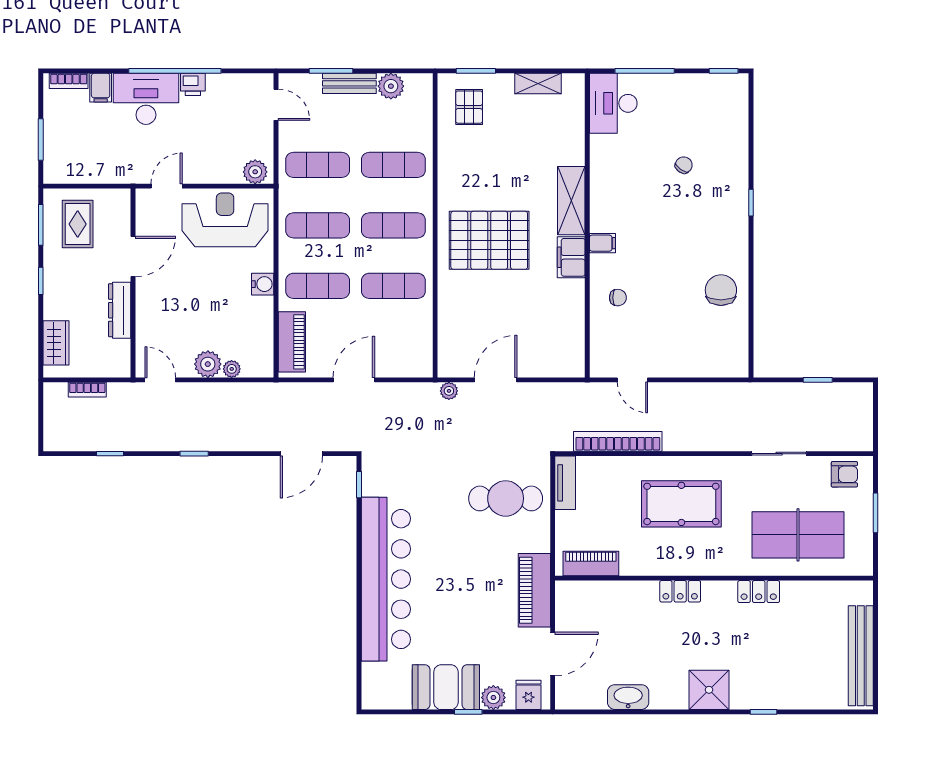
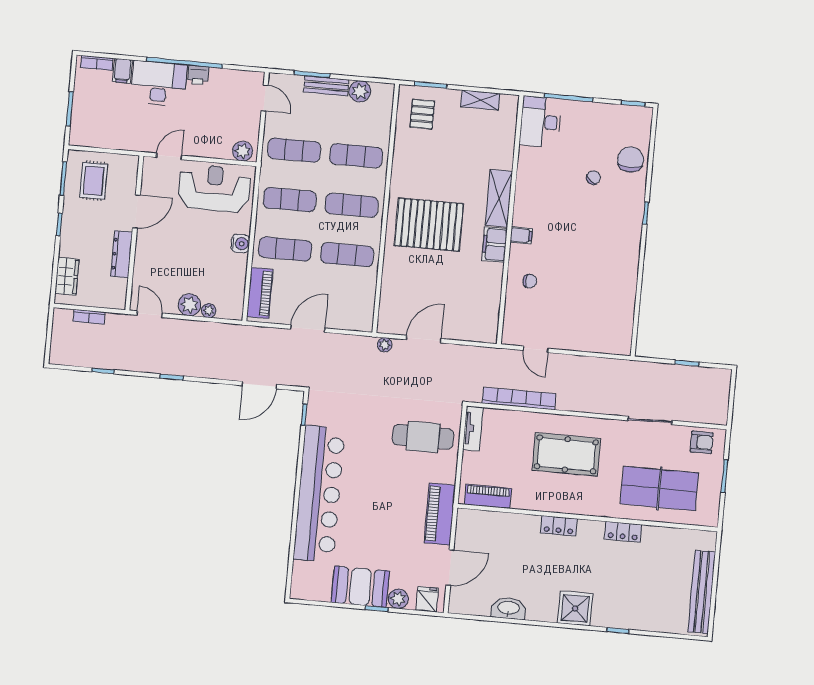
chair: (721, 290) -> (630, 160), moved

